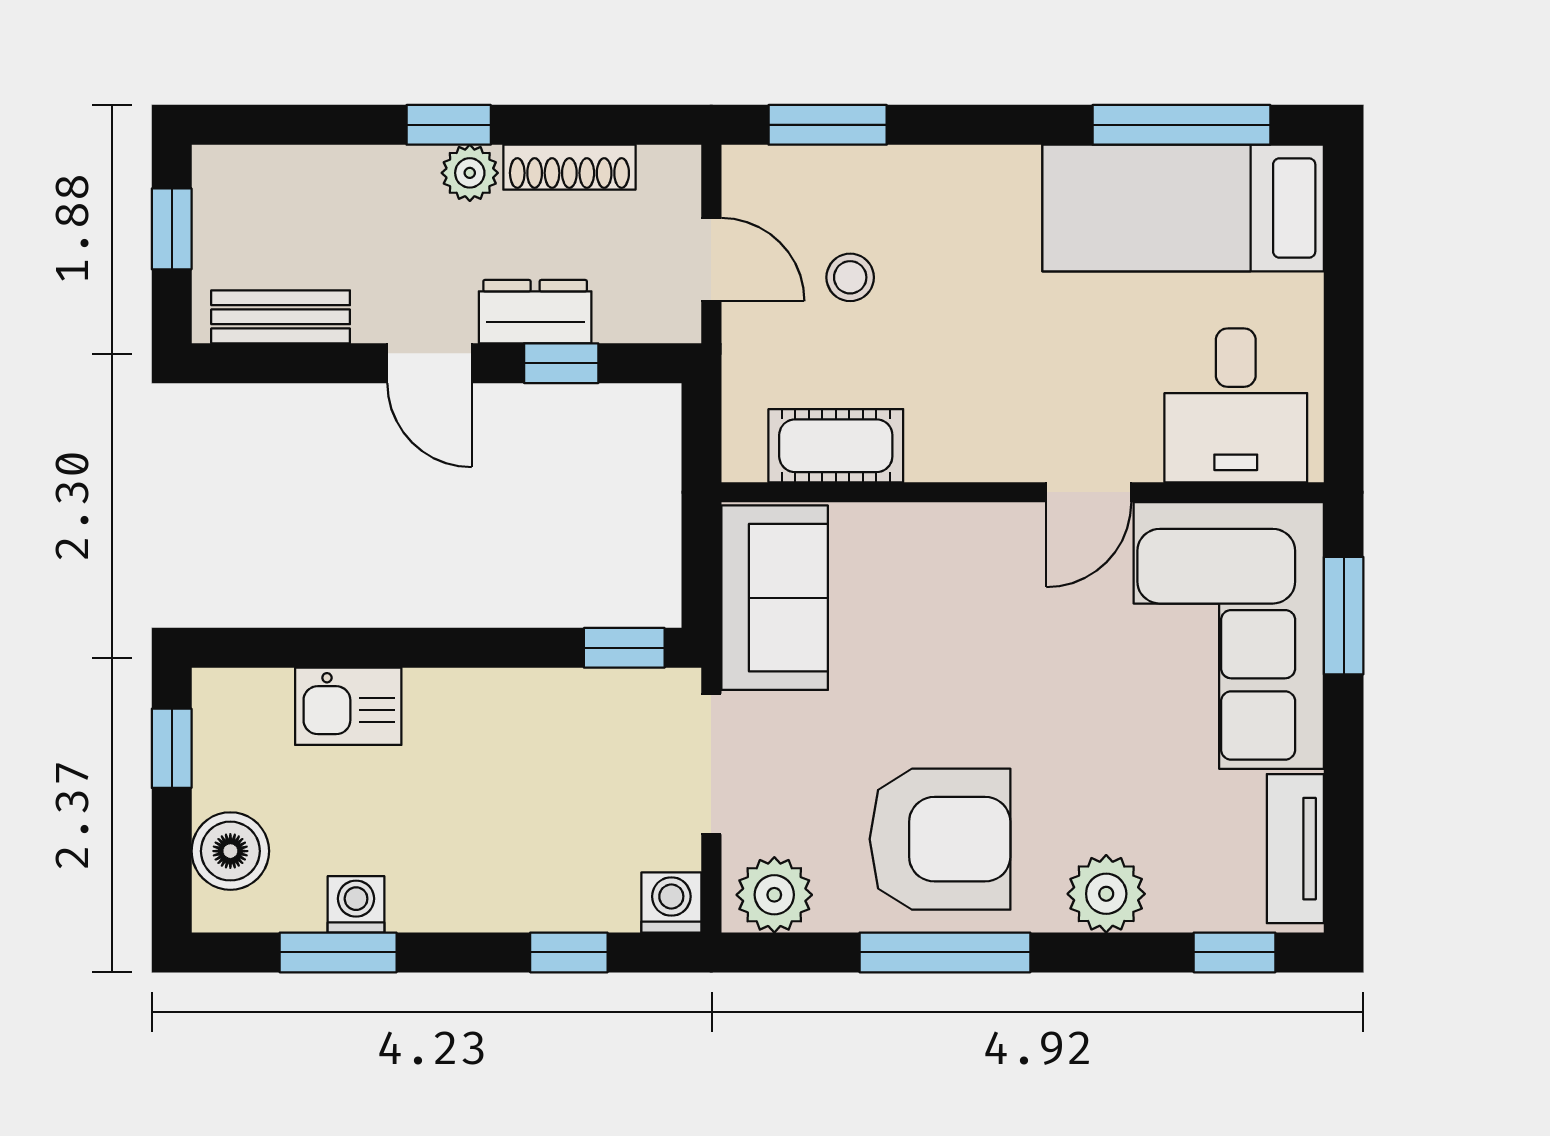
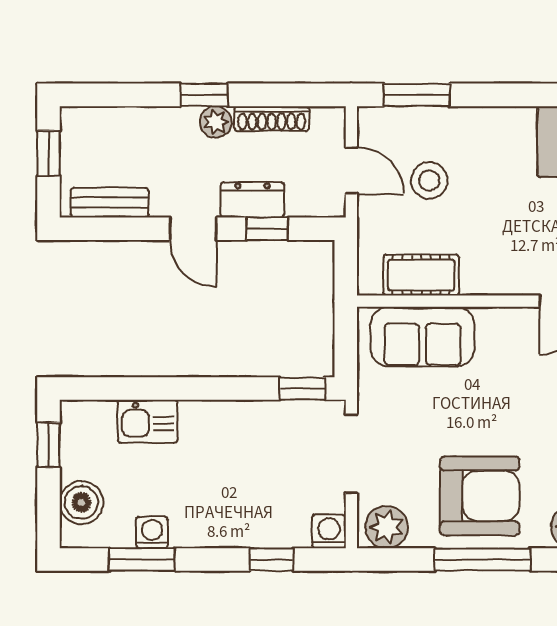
stool: (850, 277) -> (429, 181), width x1.37, depth x1.37
sofa: (775, 598) -> (423, 337), moved, turned 90

